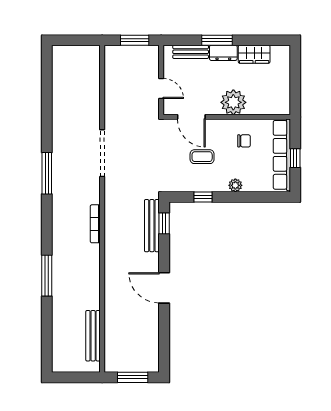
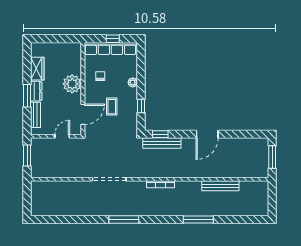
bench: (93, 336) -> (220, 186), moved

